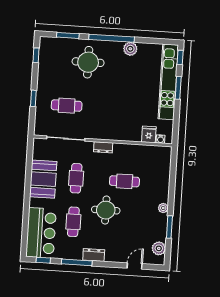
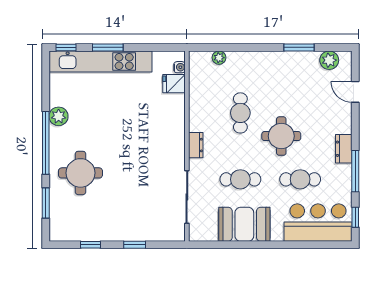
window: (36, 55) -> (91, 245), moved
cafe table: (67, 106) -> (142, 199), removed
plant: (163, 208) -> (219, 58), moved

